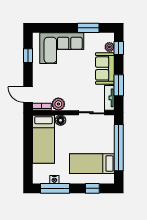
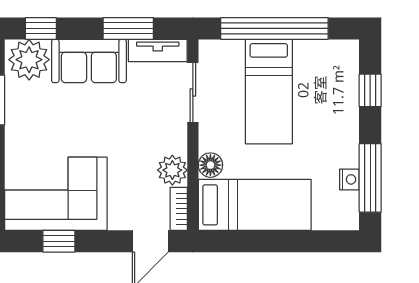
plant: (109, 47) -> (29, 60), width x1.88, depth x1.88
corner sofa: (62, 48) -> (56, 194), moved, turned -90
bed: (92, 164) -> (269, 92), moved

